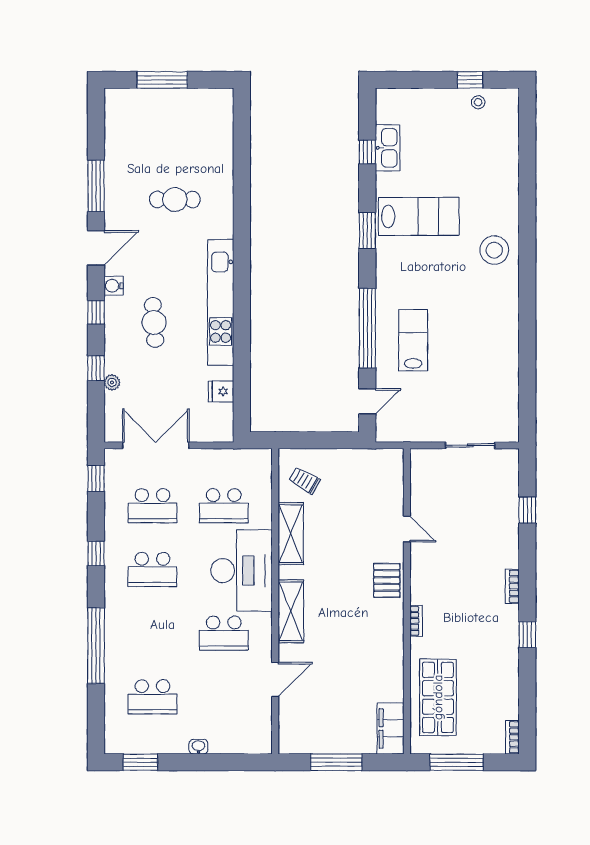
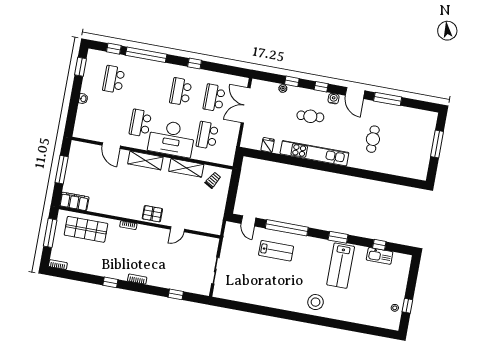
double door: (156, 445) -> (246, 105), swing flipped
window: (96, 478) -> (114, 49), moved

